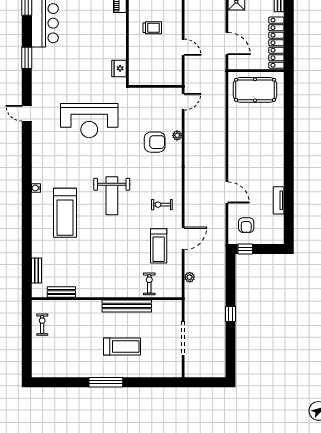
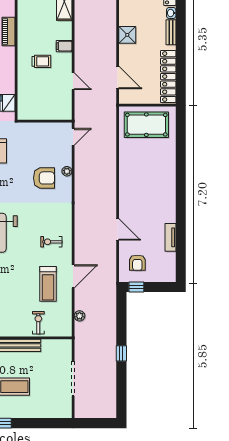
filing cabinet: (174, 13) -> (64, 46), added

